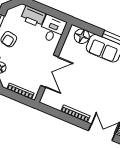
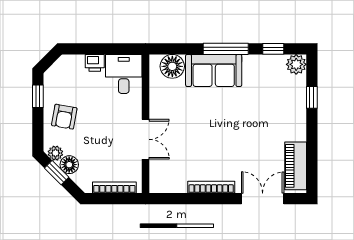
printer: (33, 16) -> (95, 63), width x0.53, depth x0.68
double door: (50, 71) -> (146, 139), width x0.73

